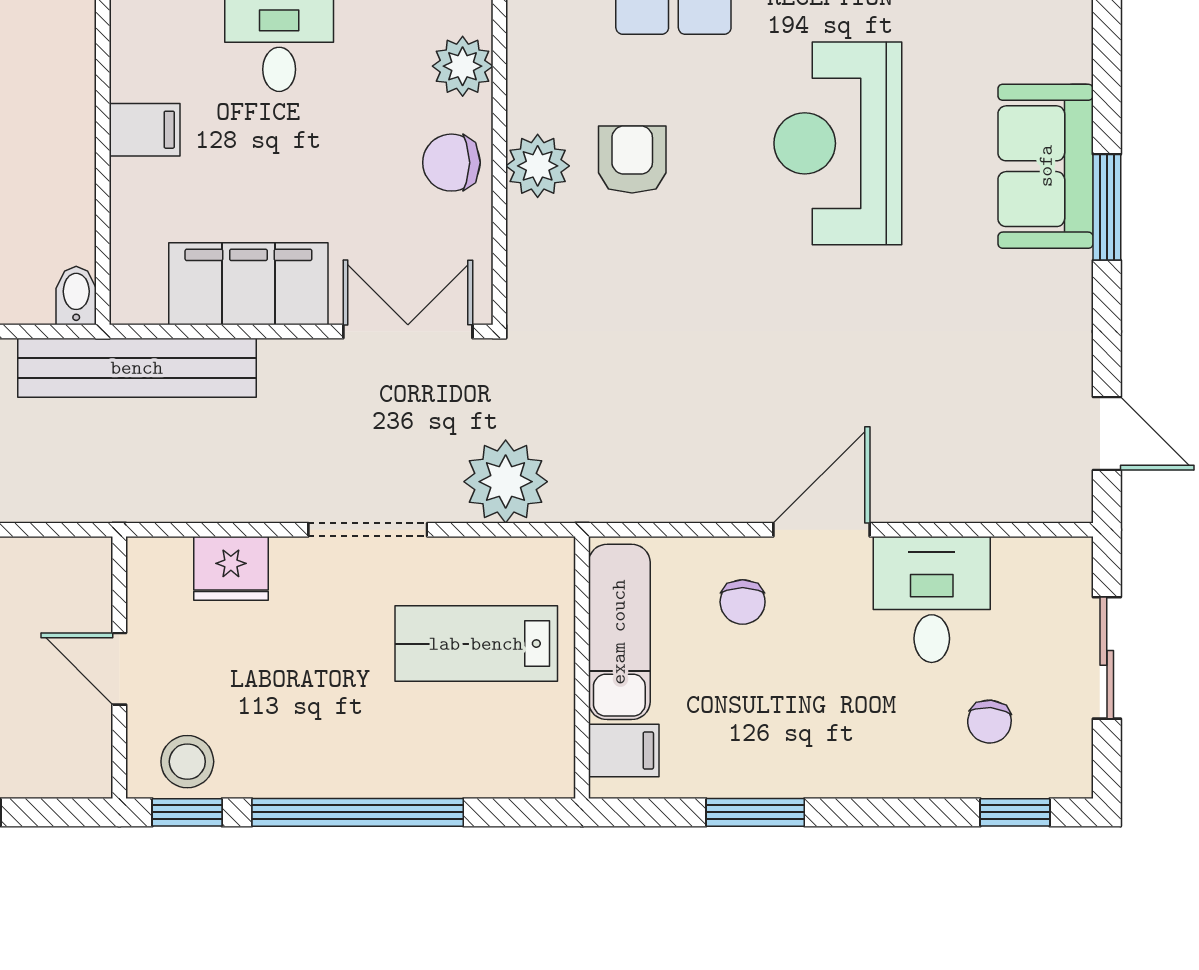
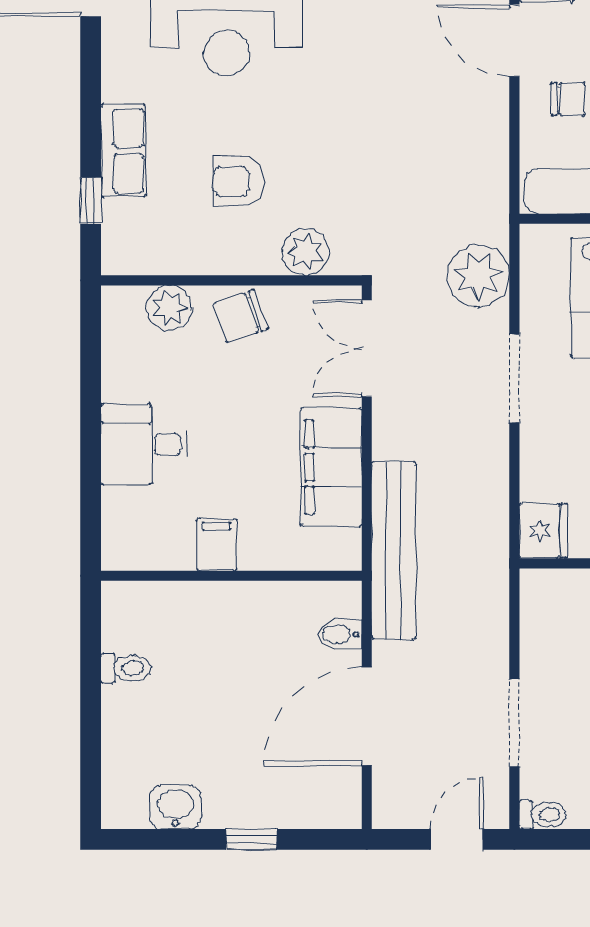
chair: (451, 163) -> (241, 316), turned 72
plant: (538, 166) -> (306, 252), moved
bidet: (76, 296) -> (340, 634), moved
fridge: (231, 568) -> (543, 531), moved

